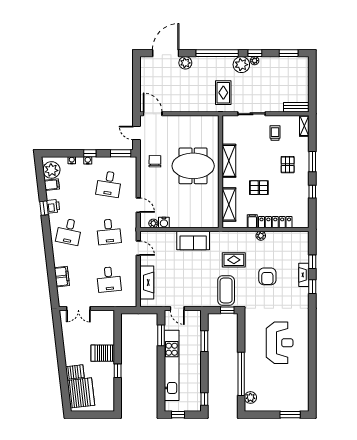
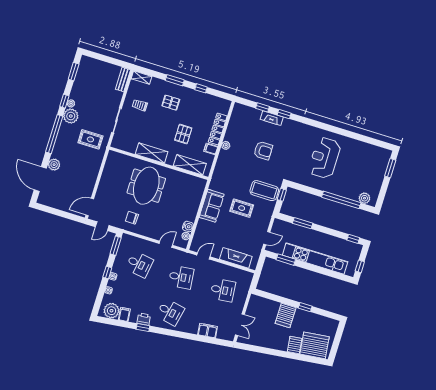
rug: (234, 260) -> (242, 208), moved, turned 90
reception desk: (280, 343) -> (324, 158), turned -90

